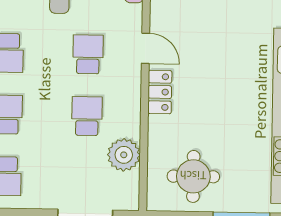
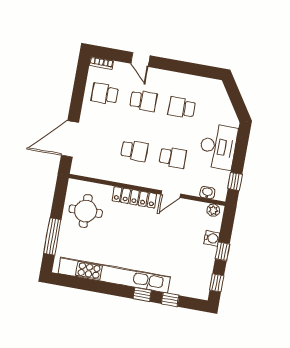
locker: (160, 92) -> (134, 197), width x1.53
plant: (124, 155) -> (106, 170), removed

